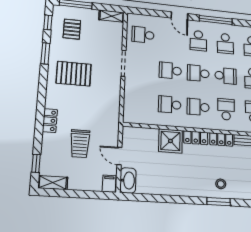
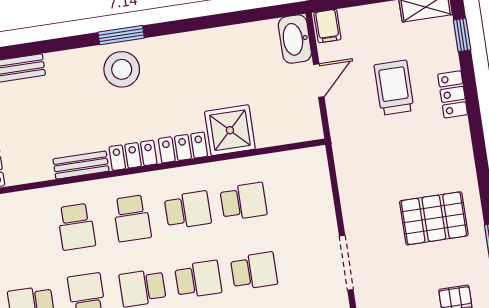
locker: (50, 121) -> (453, 94), moved
door: (119, 156) -> (319, 81), hinge flipped
stool: (221, 184) -> (122, 69), width x1.89, depth x1.89

